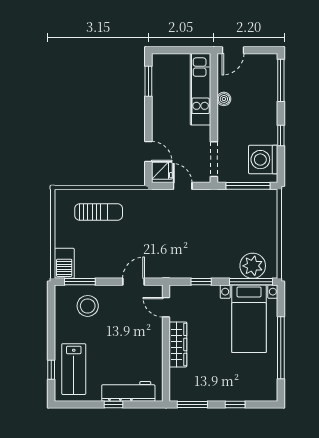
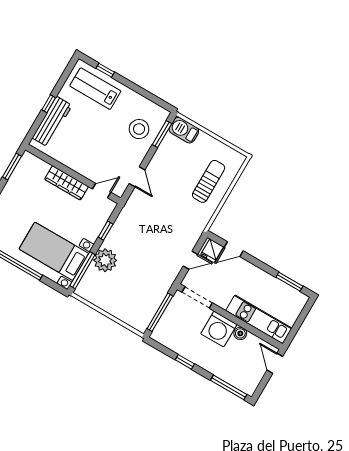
washing machine: (263, 160) -> (219, 329), moved, turned 180
sun lounger: (99, 212) -> (209, 181), turned 180
plant: (253, 266) -> (105, 260), moved

